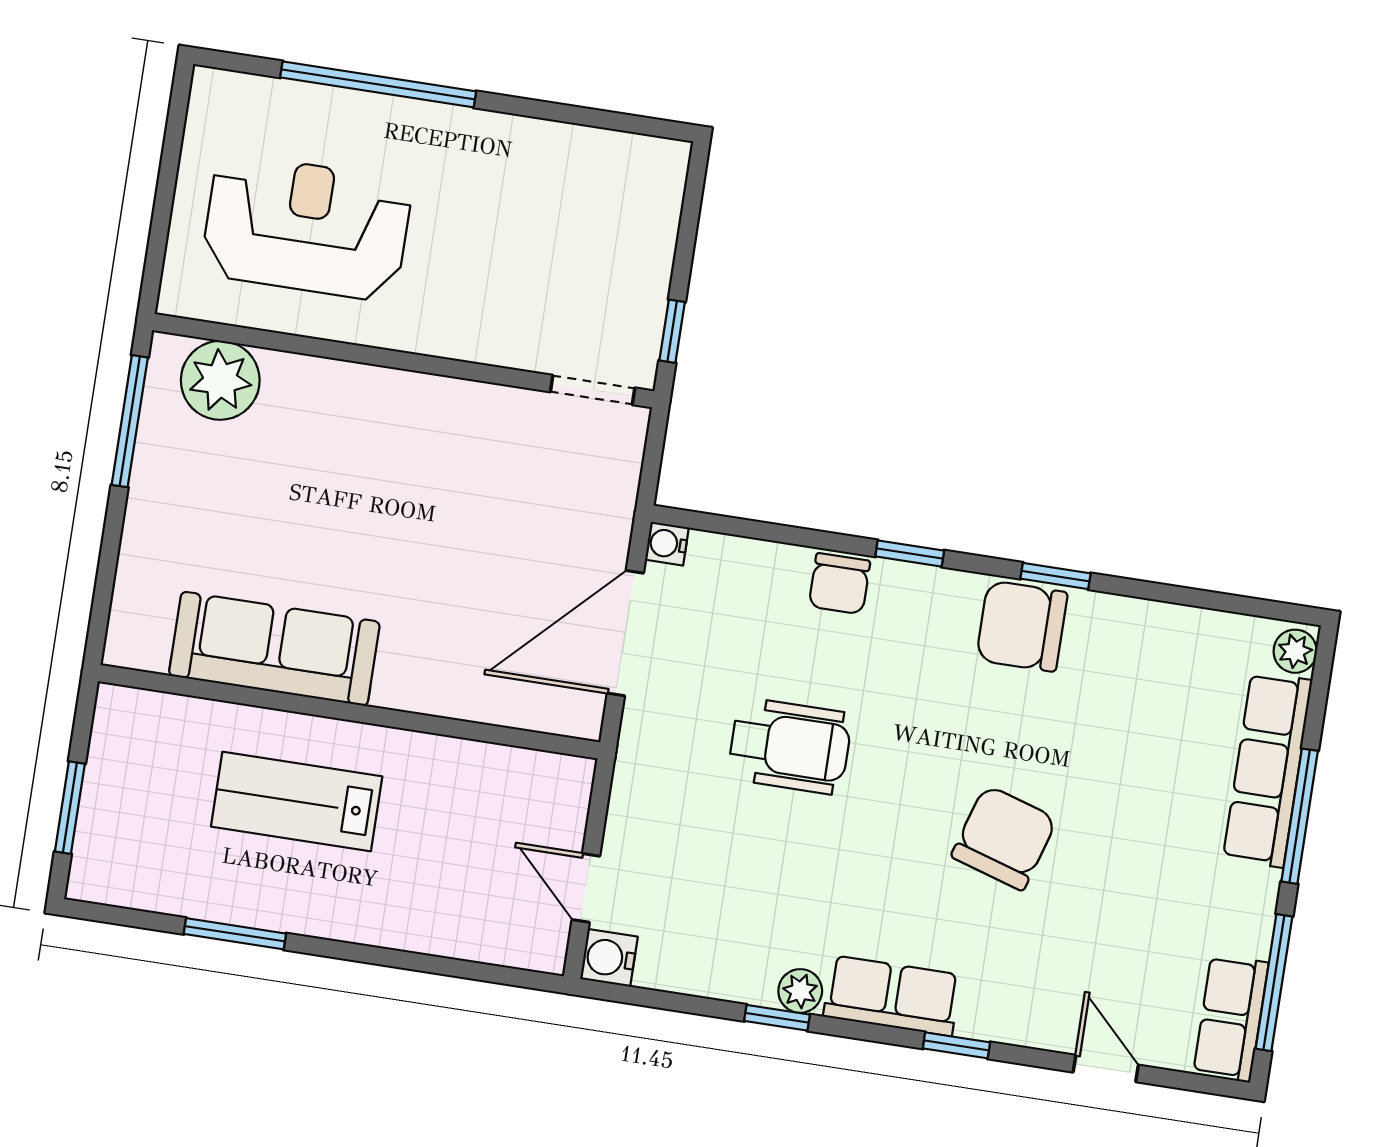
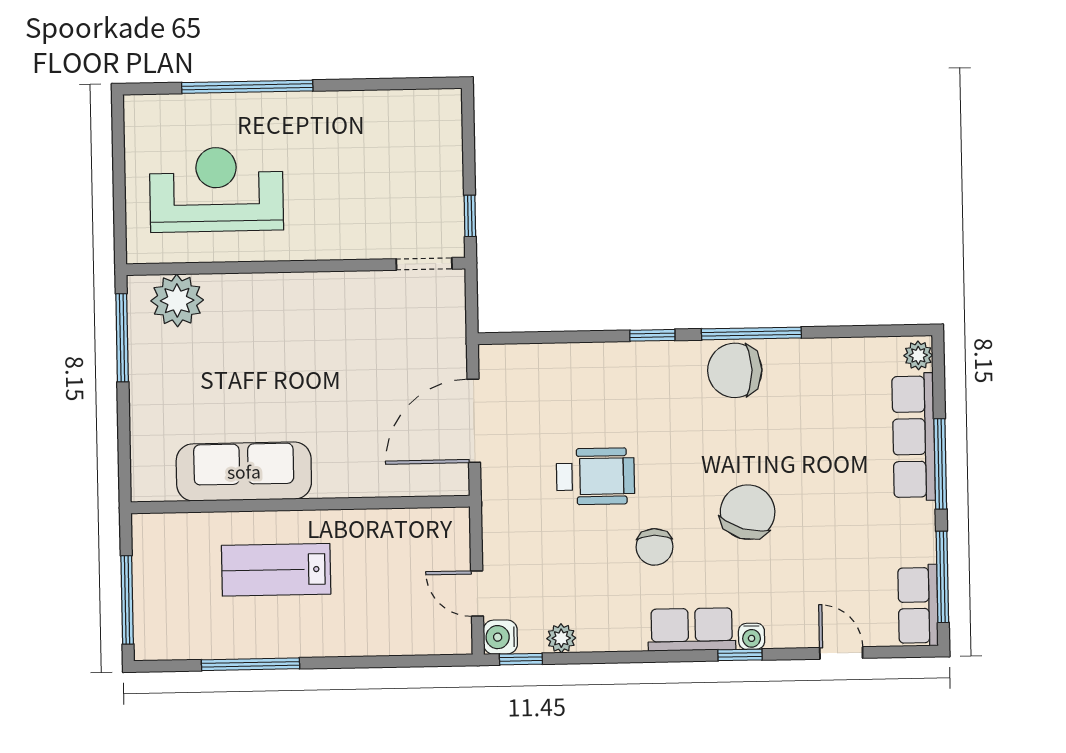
water cooler: (667, 544) -> (752, 636), moved, turned -90
window: (1056, 576) -> (751, 333), width x2.17
chair: (839, 584) -> (654, 547), moved
window: (70, 808) -> (127, 600), width x1.44
window: (235, 934) -> (251, 664), width x1.44
plant: (800, 991) -> (561, 638), moved
window: (777, 1018) -> (521, 659), moved

